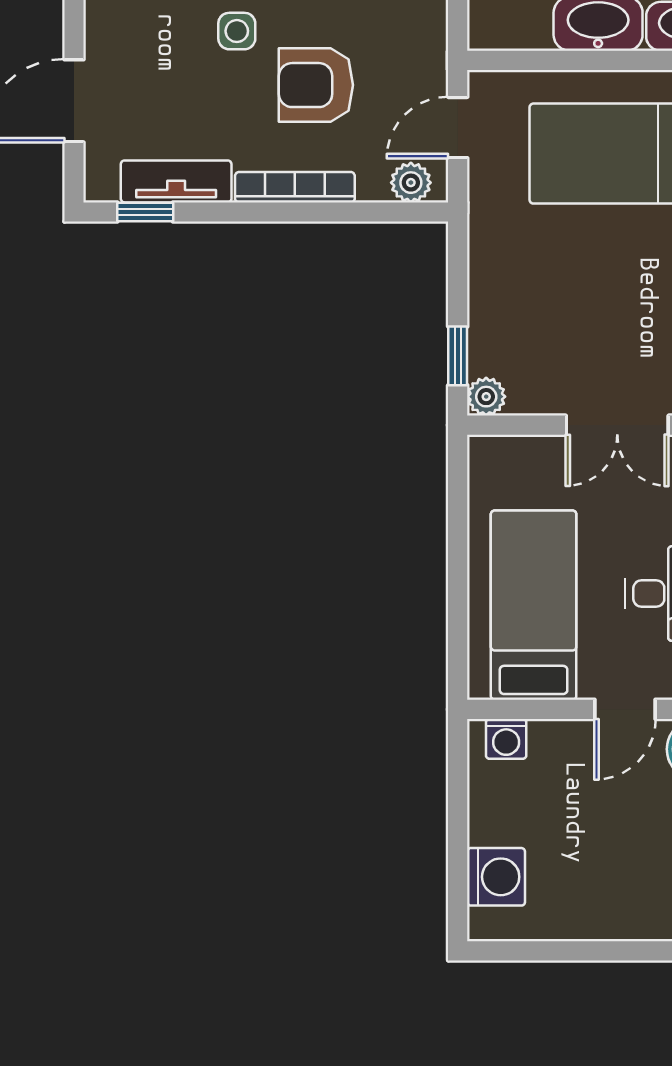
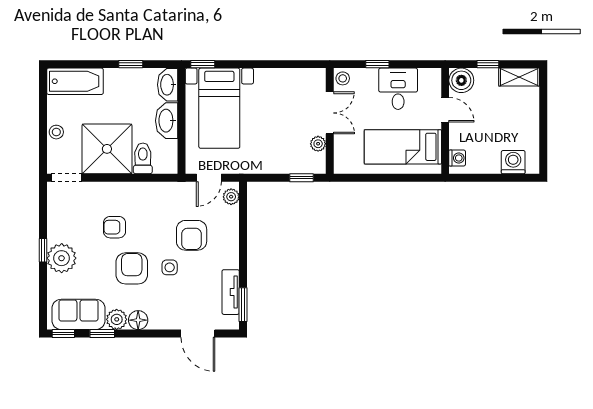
door: (458, 128) -> (209, 178), hinge flipped
bookcase: (295, 187) -> (233, 244), removed
window: (145, 212) -> (243, 305), width x1.50
plant: (486, 397) -> (318, 144), moved

